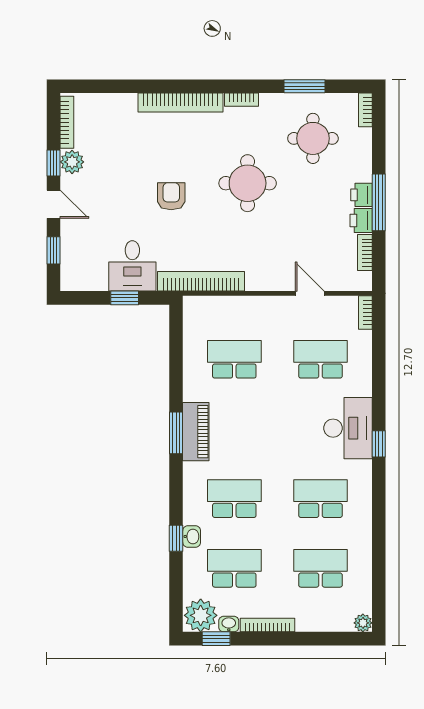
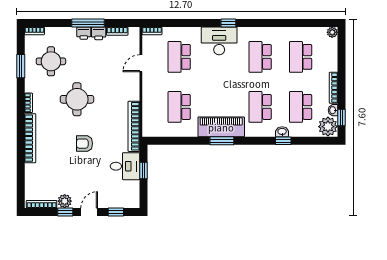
piano: (196, 432) -> (221, 127), width x1.37, depth x1.33

